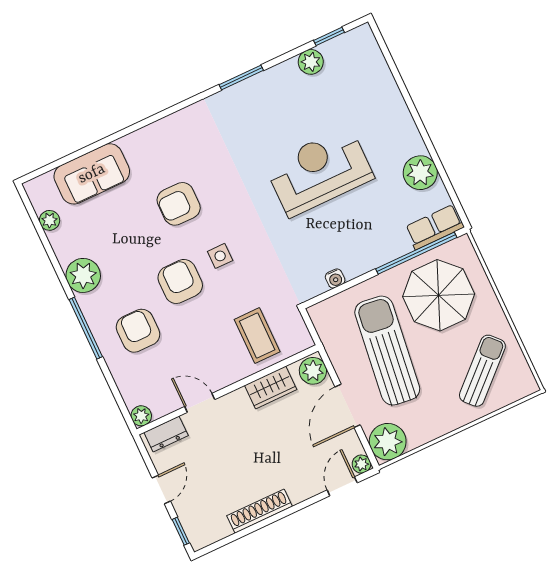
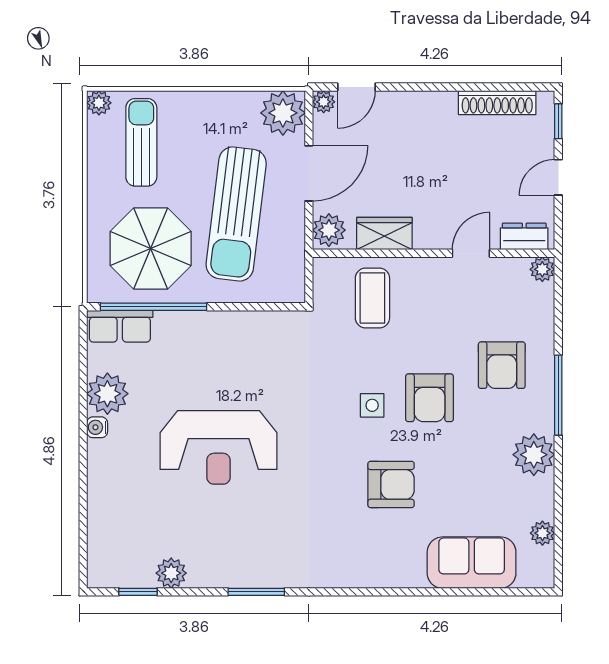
water cooler: (335, 278) -> (97, 427), moved, turned -90
sun lounger: (482, 371) -> (141, 142), turned 133
plant: (528, 385) -> (99, 103), added
door: (200, 403) -> (471, 253), swing flipped
shoe rack: (260, 511) -> (497, 103), moved

